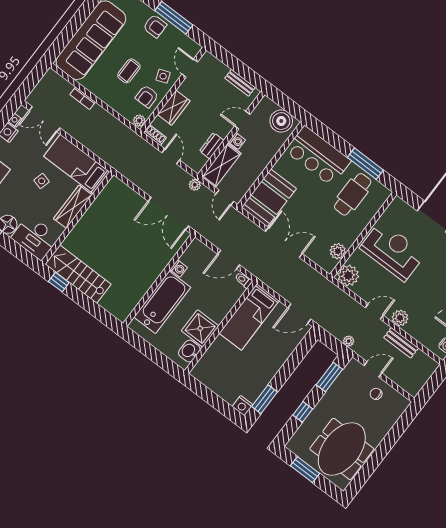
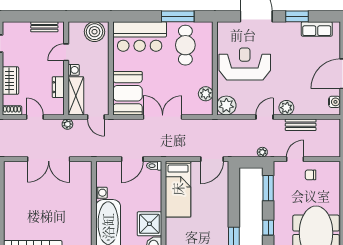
double door: (168, 214) -> (49, 159), moved

